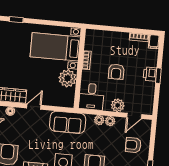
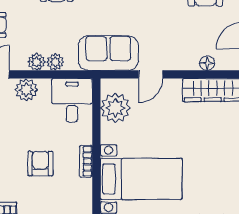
armchair: (116, 72) -> (40, 163), moved
plant: (68, 78) -> (115, 108), moved
door: (34, 107) -> (151, 74), moved

